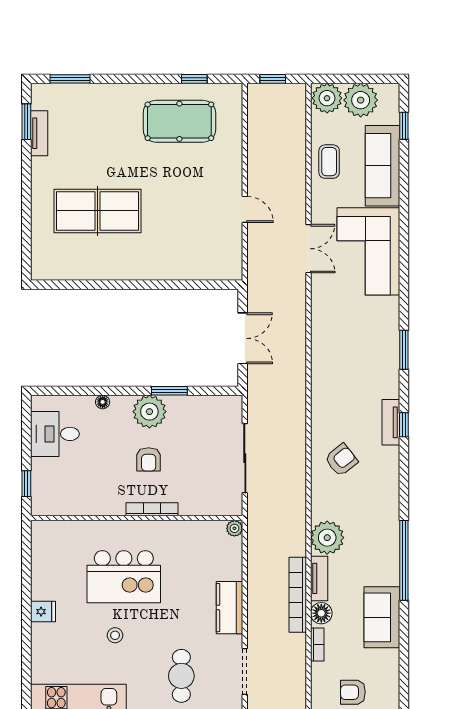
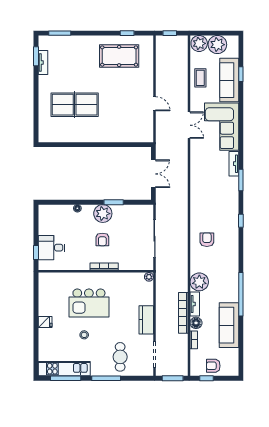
window: (404, 126) -> (241, 74), moved
tv unit: (391, 422) -> (234, 164), moved
desk: (55, 434) -> (52, 248), moved
armchair: (341, 460) -> (207, 240), turned -52
sofa: (382, 617) -> (229, 325), width x1.36

